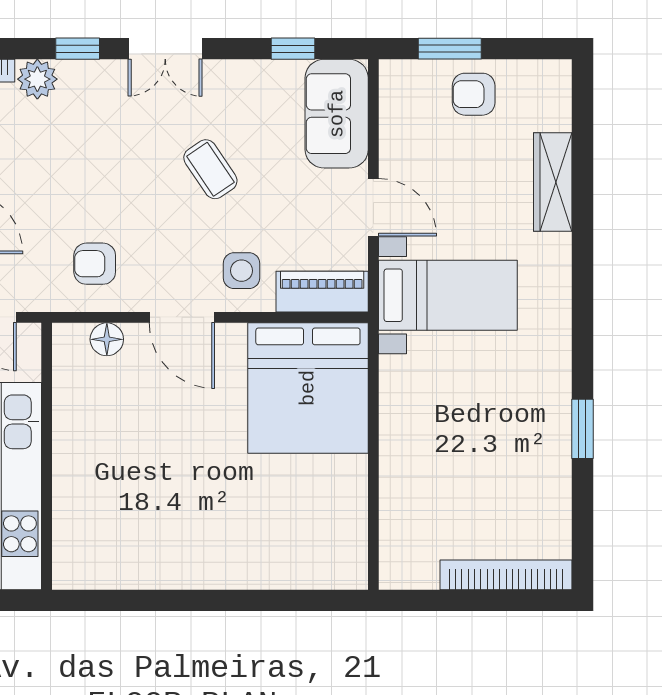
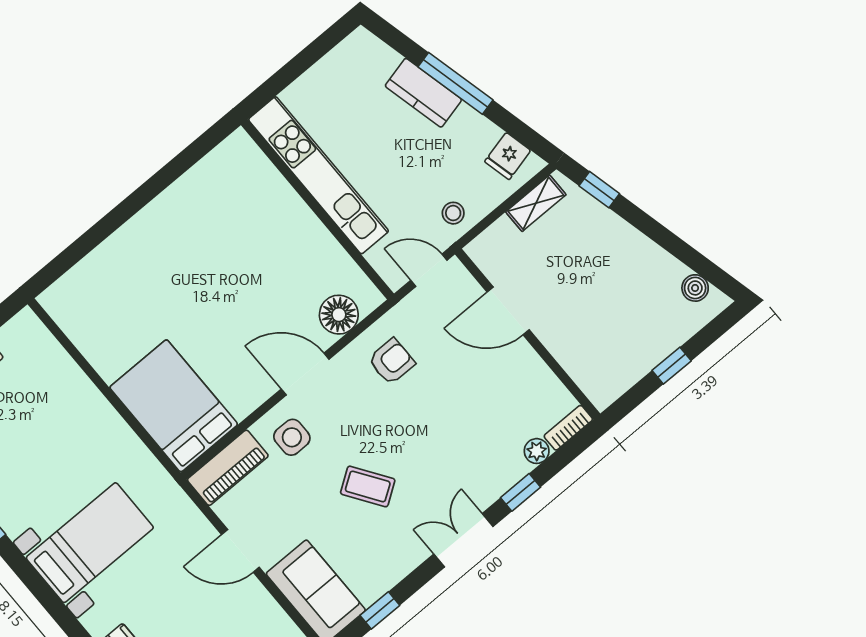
plant: (37, 79) -> (537, 451), width x0.73, depth x0.73
bed with nightstands: (448, 295) -> (90, 543), moved, turned 180
floor lamp: (107, 339) -> (339, 315), width x1.38, depth x1.38
bed: (308, 388) -> (174, 406), width x0.73

